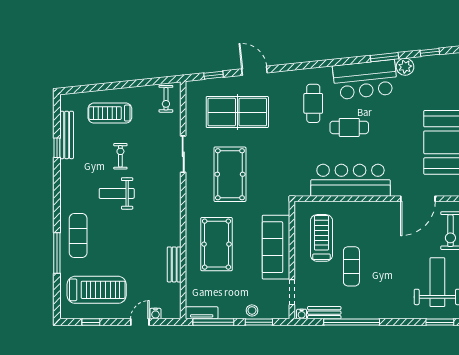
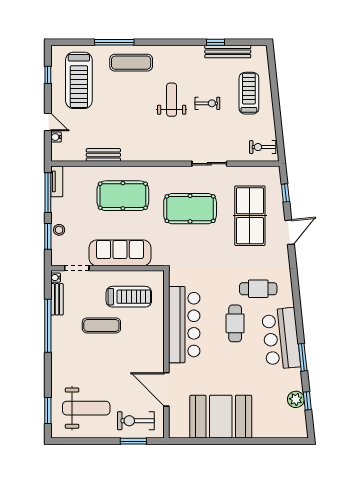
plant: (405, 67) -> (296, 399), moved

